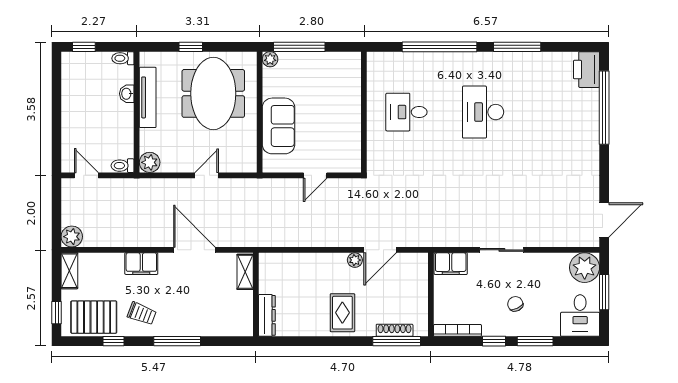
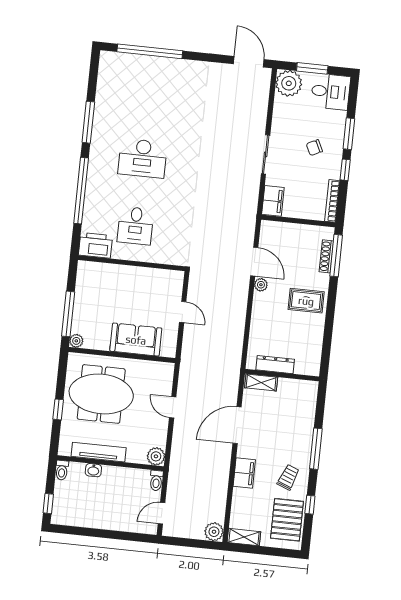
printer: (587, 70) -> (96, 245), moved, turned 180
window: (57, 313) -> (280, 552), removed
dresser: (267, 315) -> (275, 365), moved

